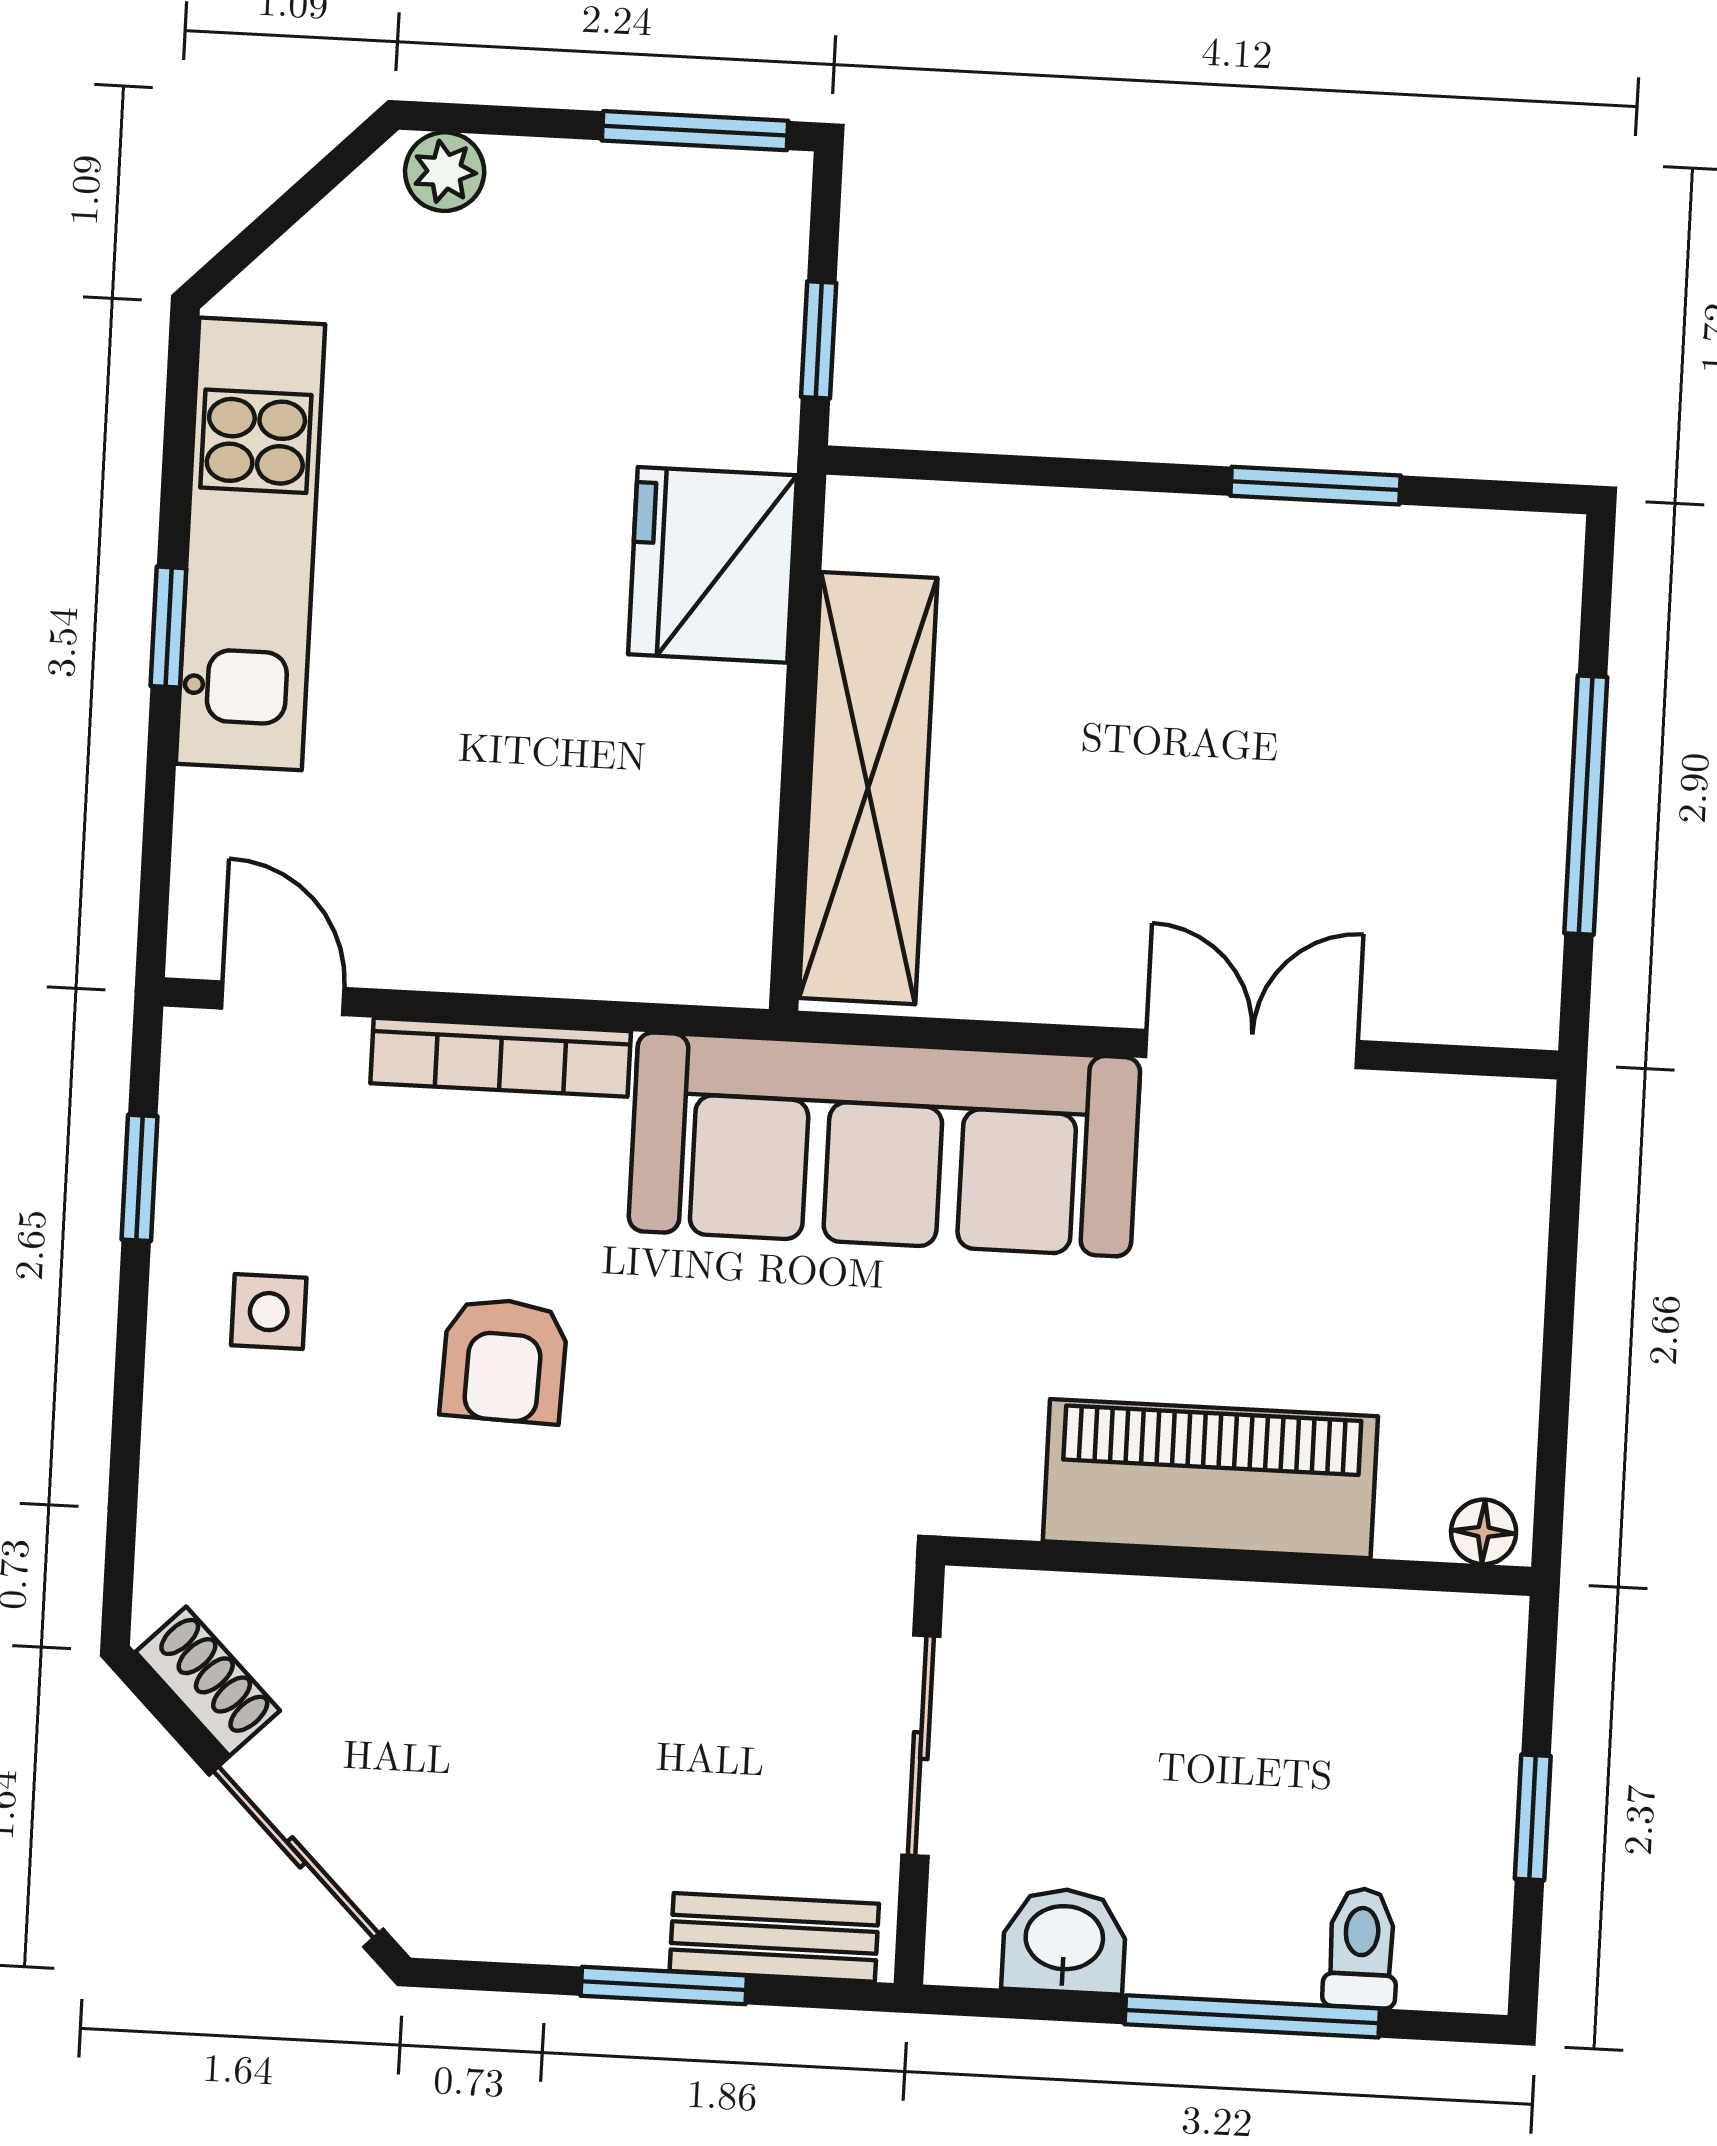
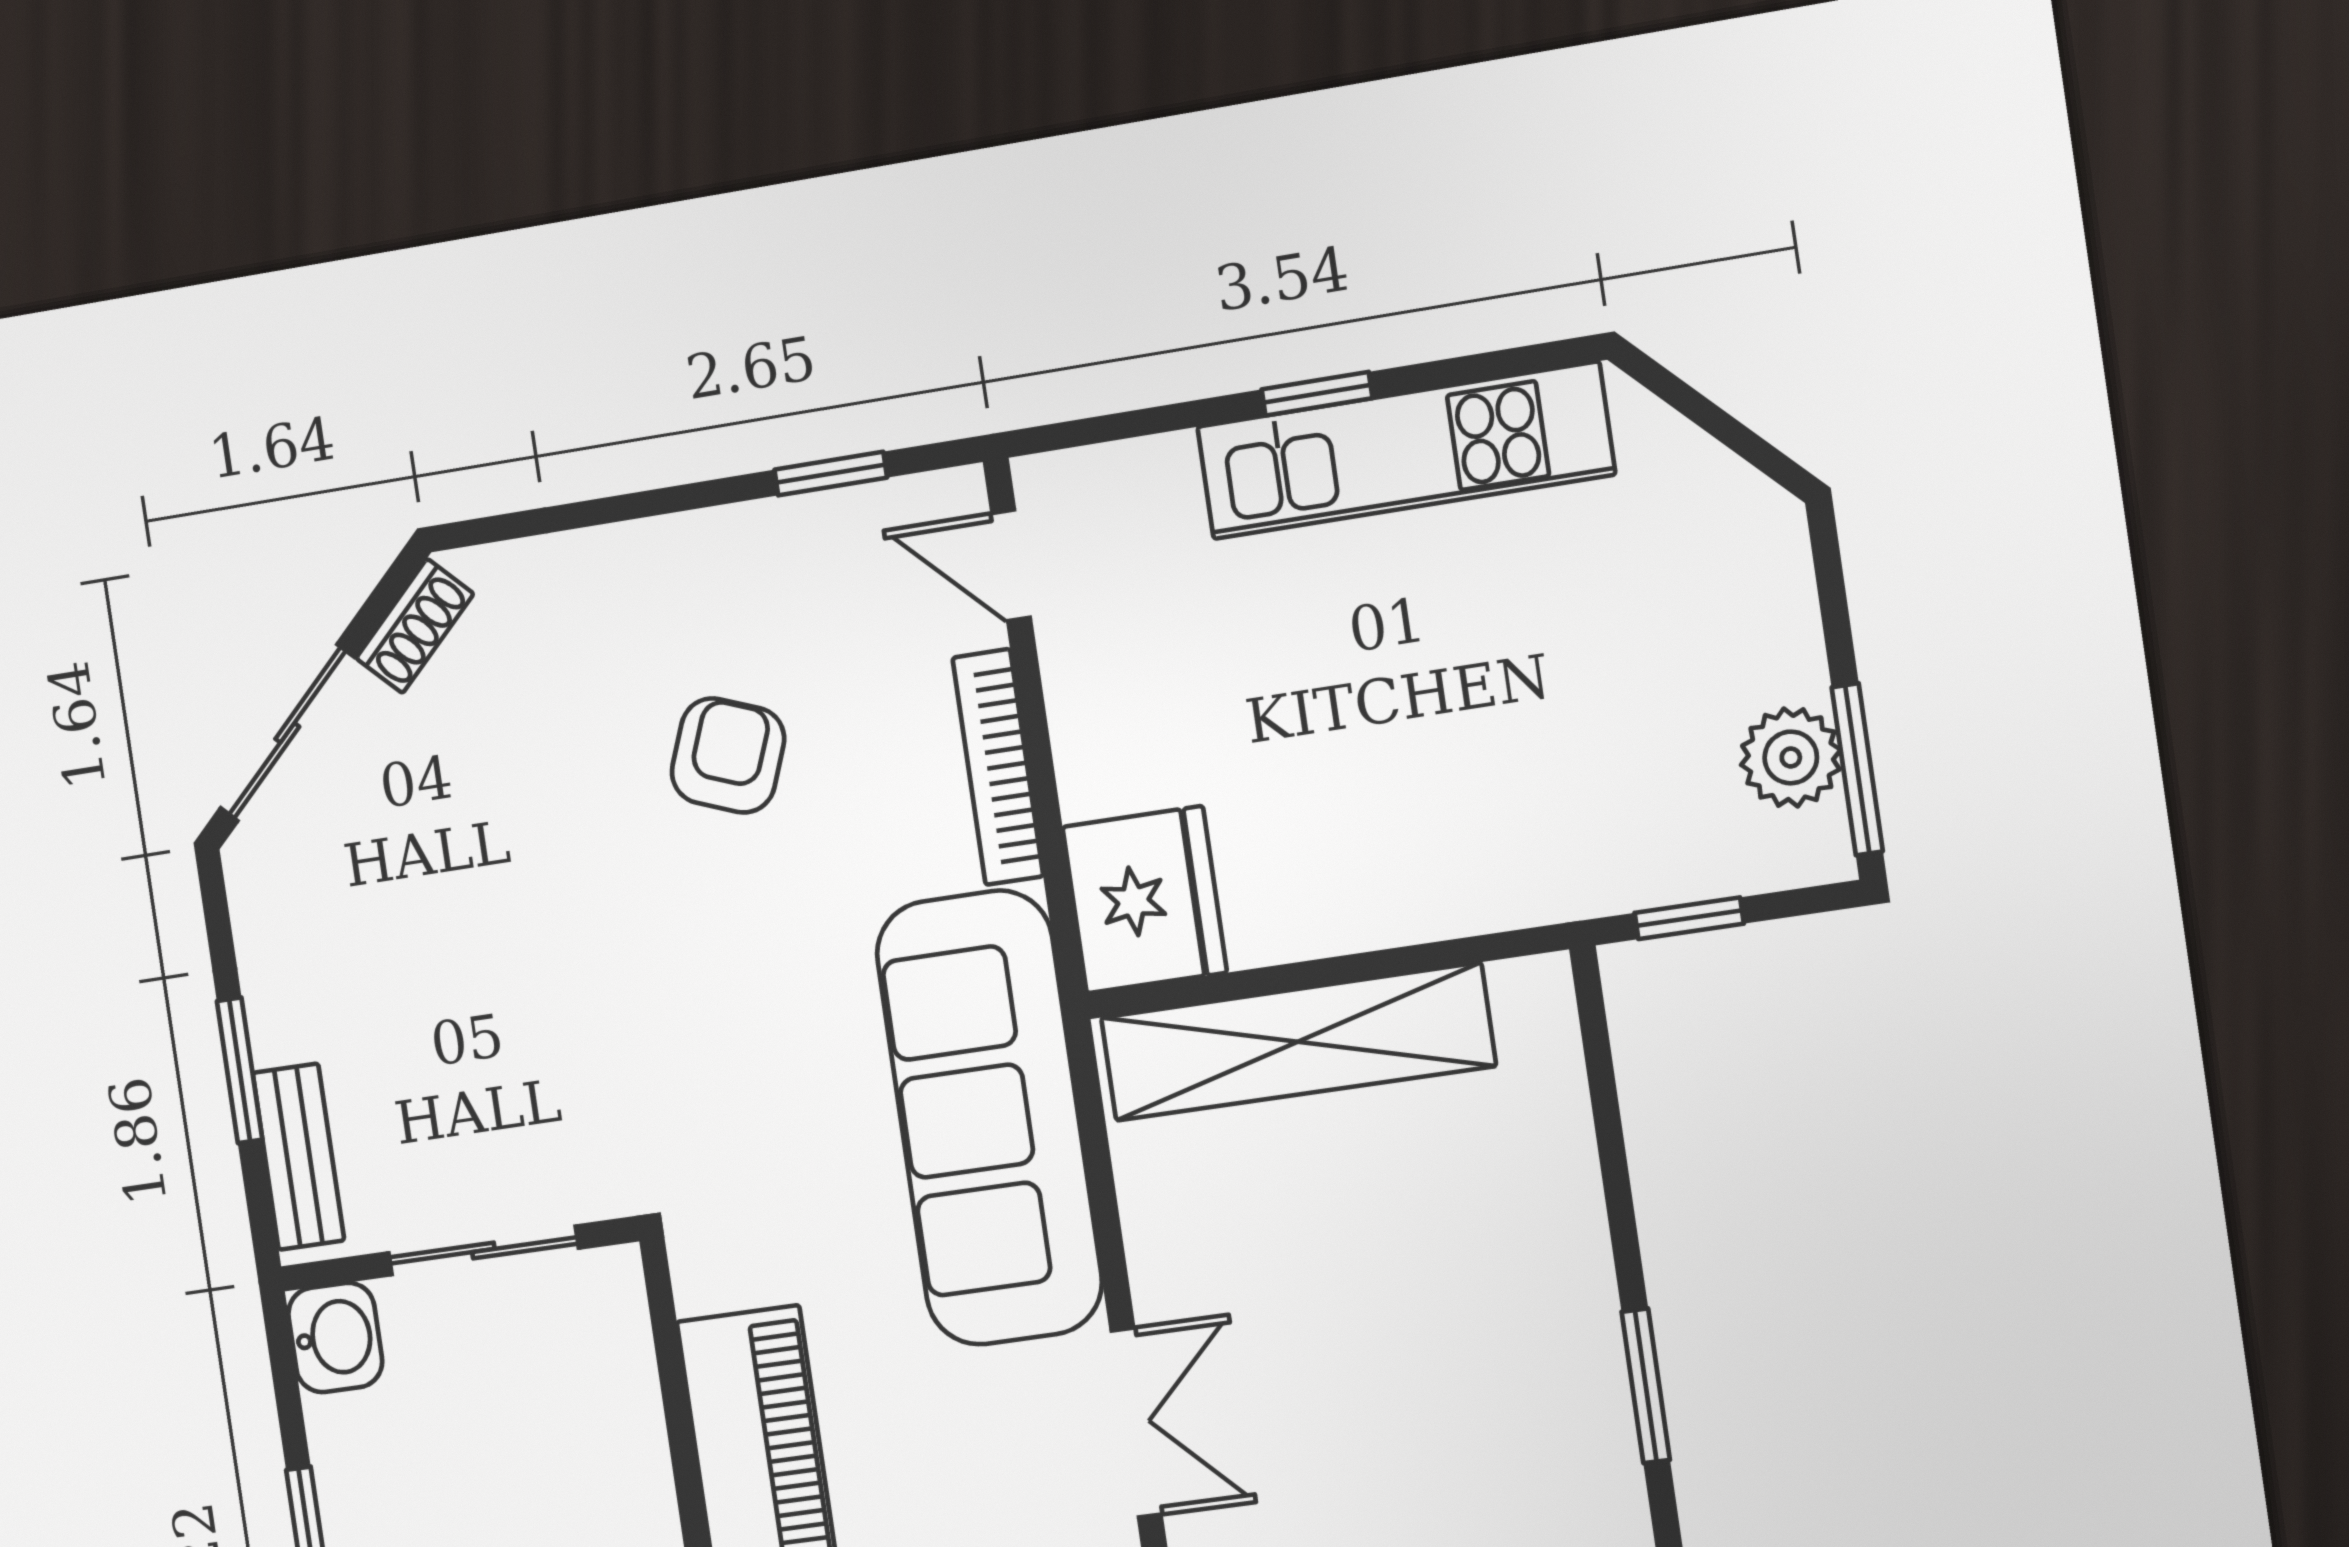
plant: (445, 172) -> (1791, 757), moved, width x1.38, depth x1.38
fridge: (712, 565) -> (1145, 900), moved, turned 90
door: (283, 998) -> (1011, 565), swing flipped
side table: (269, 1312) -> (738, 611), removed
armchair: (504, 1360) -> (728, 755), moved, turned 109
washbasin: (1064, 1941) -> (335, 1337), moved

